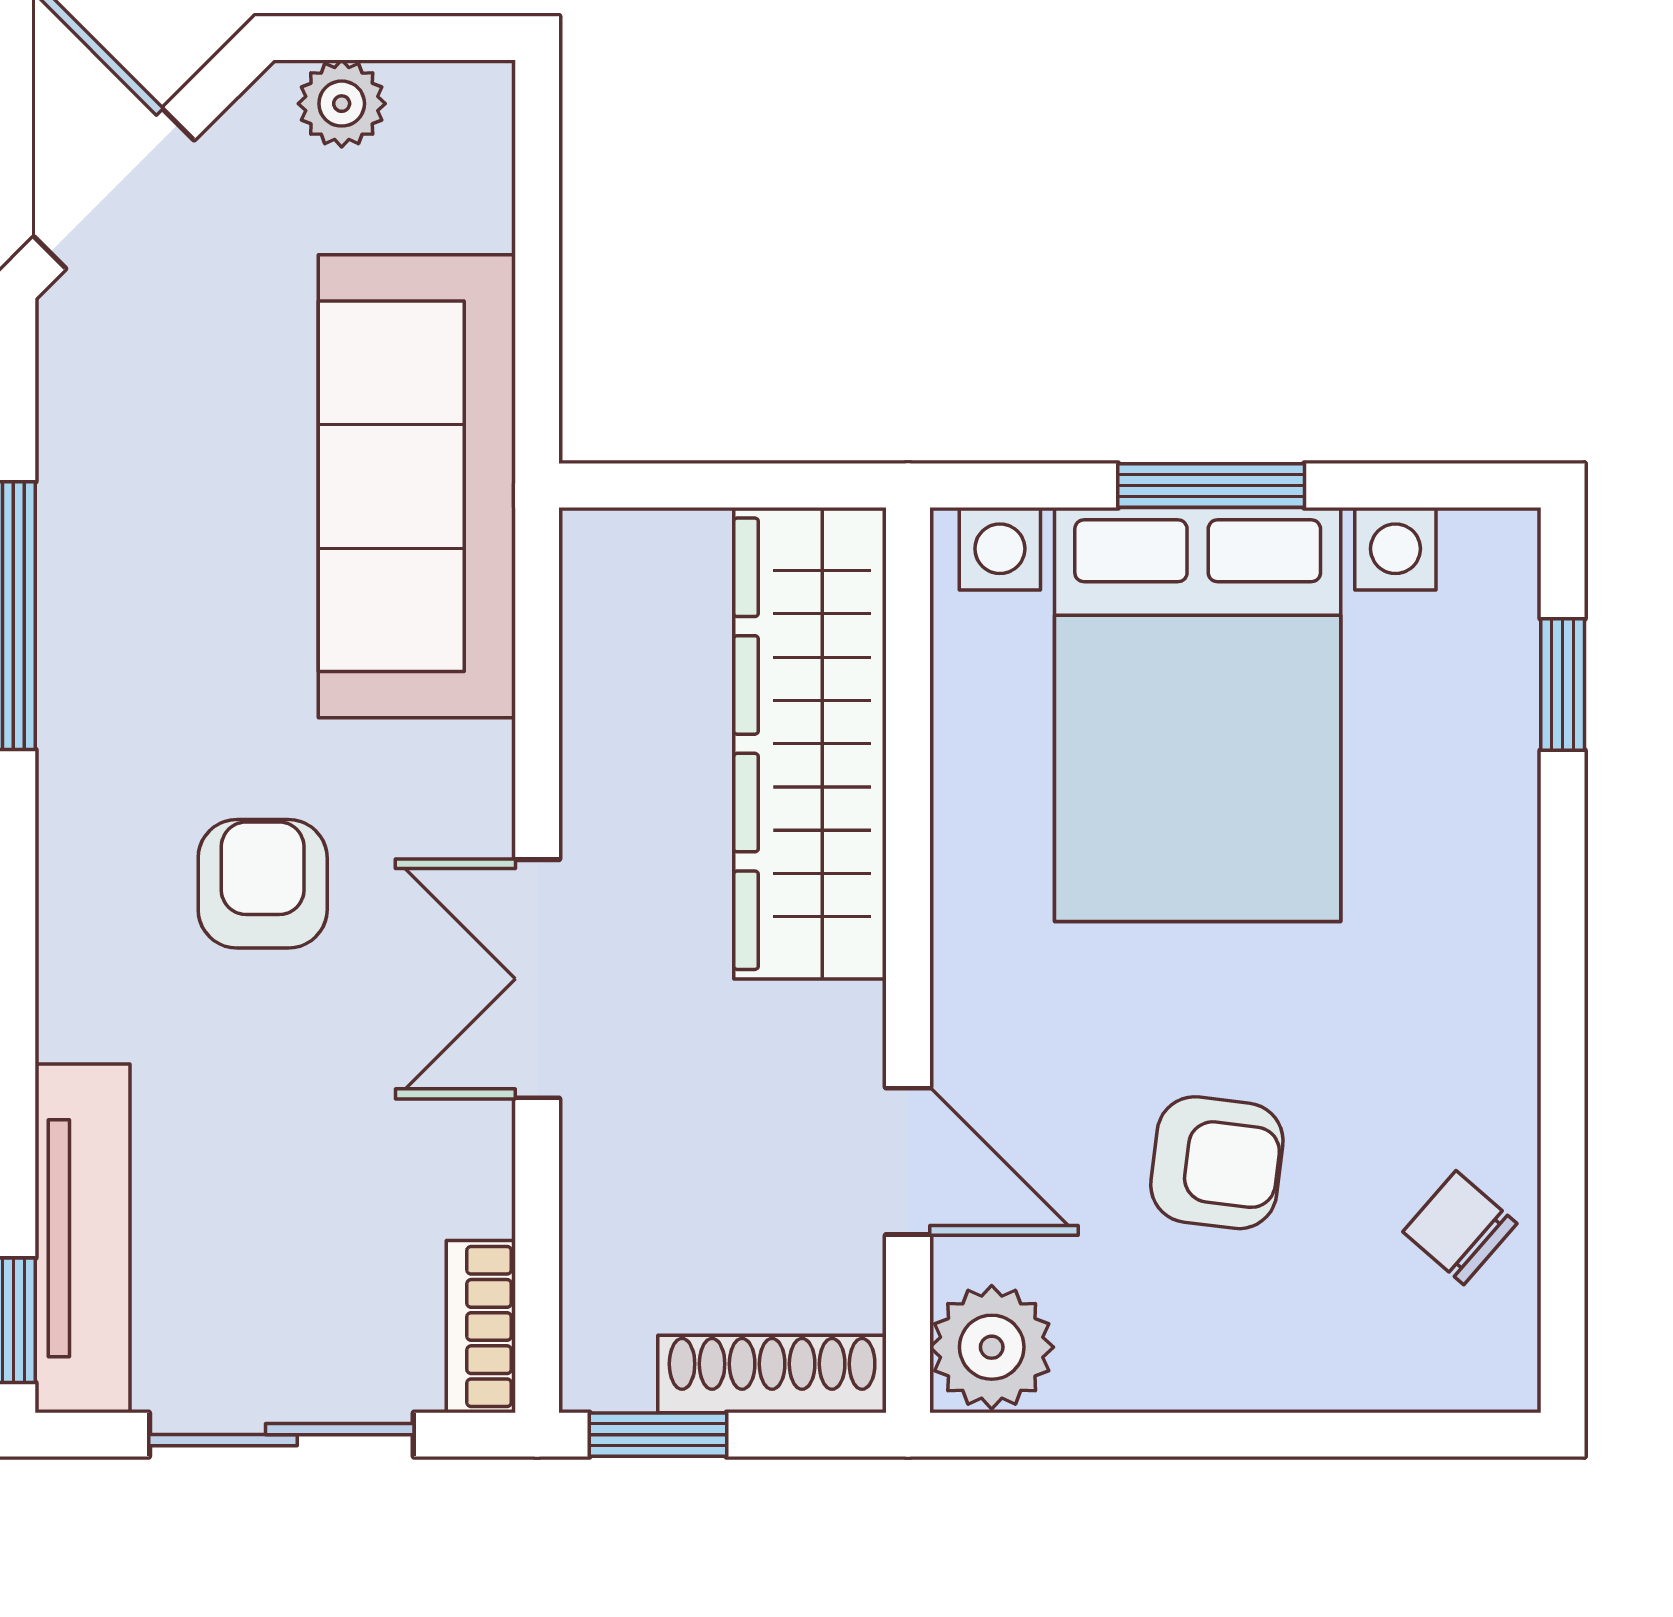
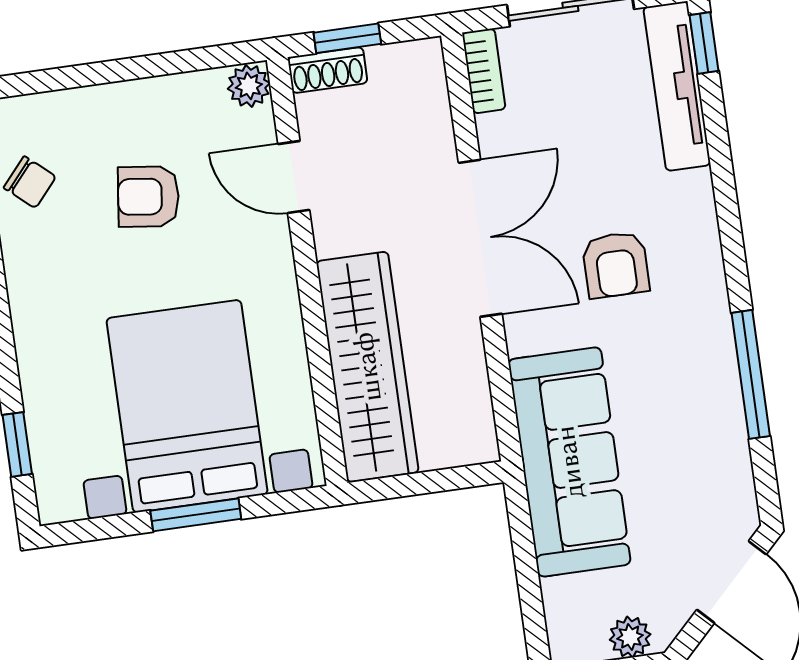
double door: (537, 979) -> (480, 238), width x1.37
plant: (992, 1347) -> (249, 86), width x0.73, depth x0.73
shoe rack: (772, 1374) -> (328, 70), width x0.70
window: (658, 1435) -> (347, 38), moved

